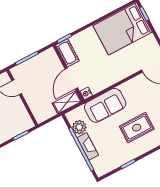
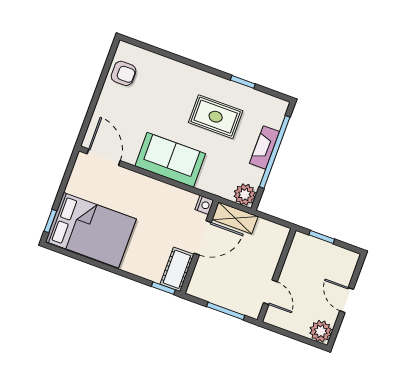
sofa: (105, 105) -> (170, 160), moved
plant: (79, 127) -> (245, 195), moved
rug: (137, 128) -> (216, 117), moved

